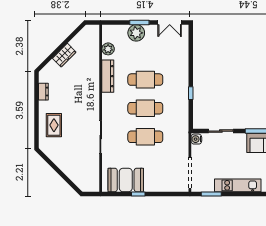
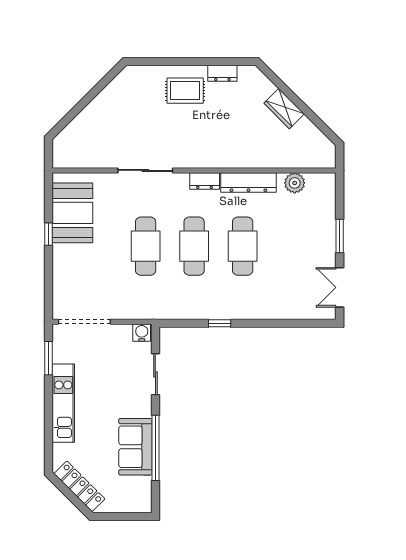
plant: (136, 33) -> (322, 231), removed
dresser: (107, 102) -> (205, 181), added
rug: (54, 125) -> (185, 91), moved

